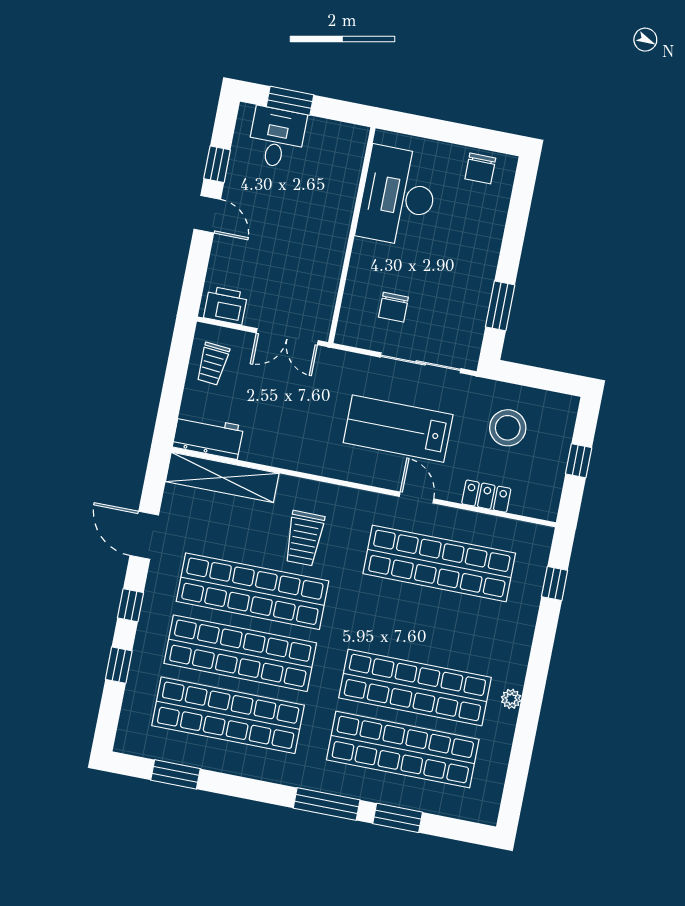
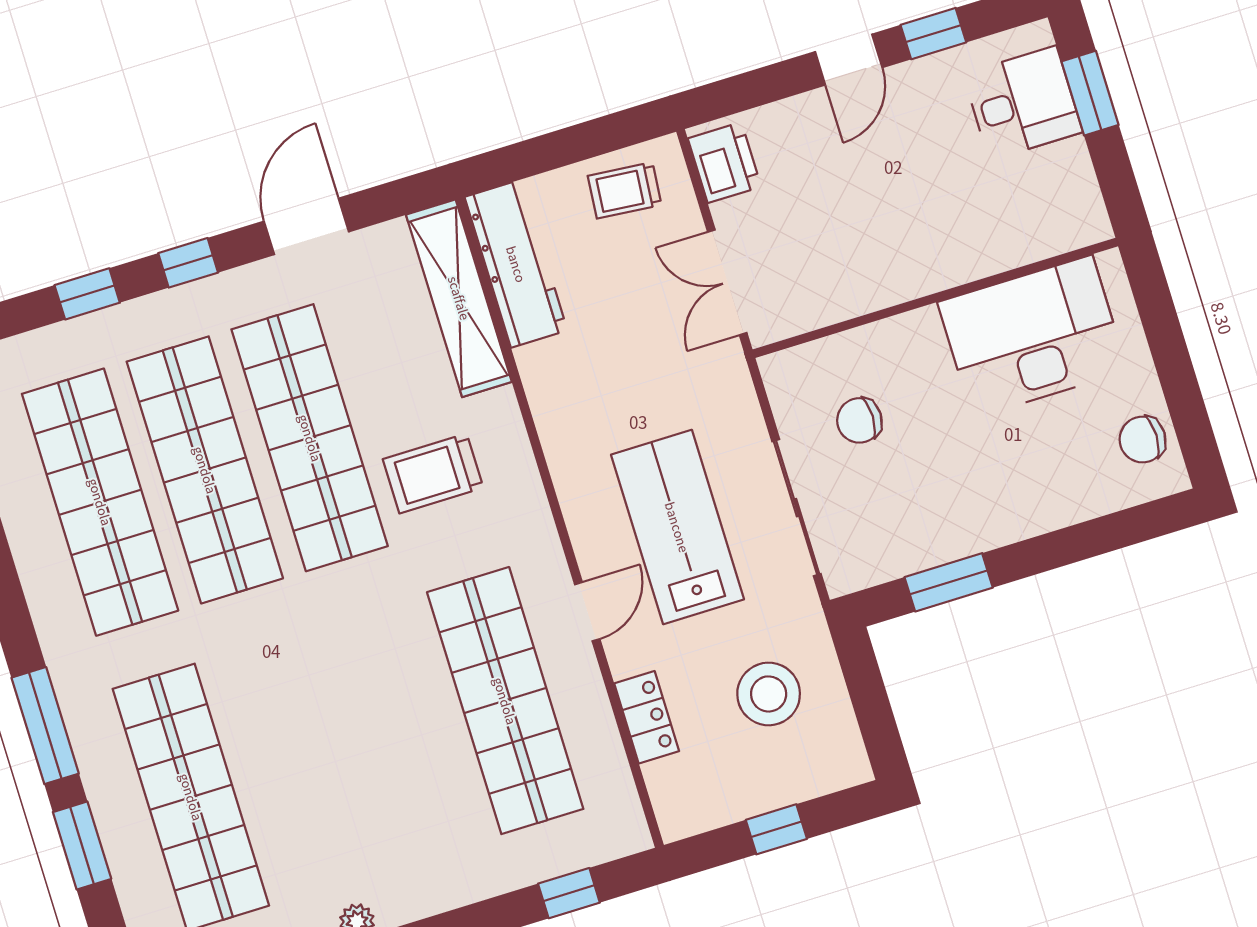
workbench: (208, 437) -> (516, 264), width x1.38
shop shelf: (415, 688) -> (296, 765), removed

